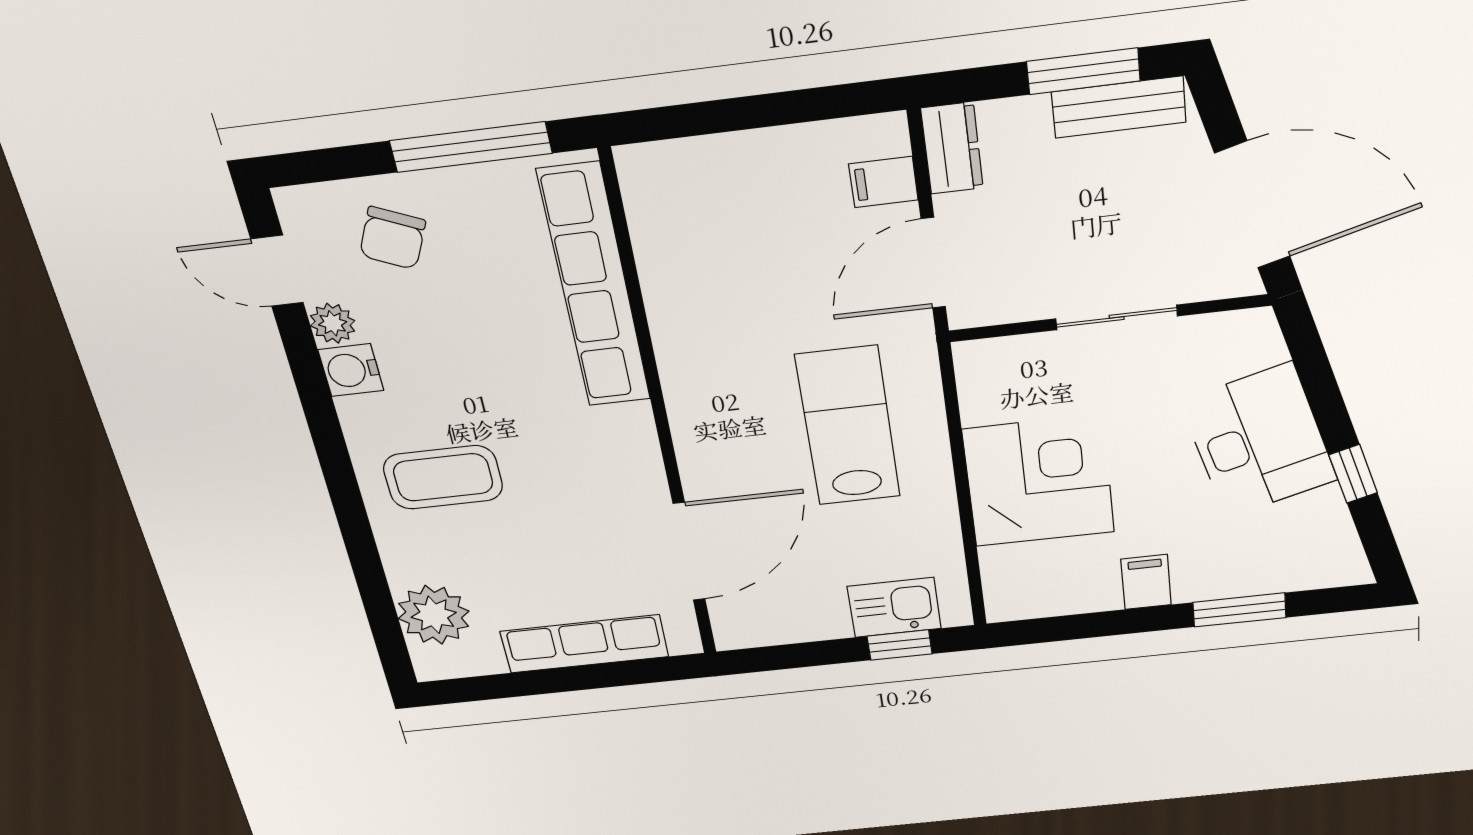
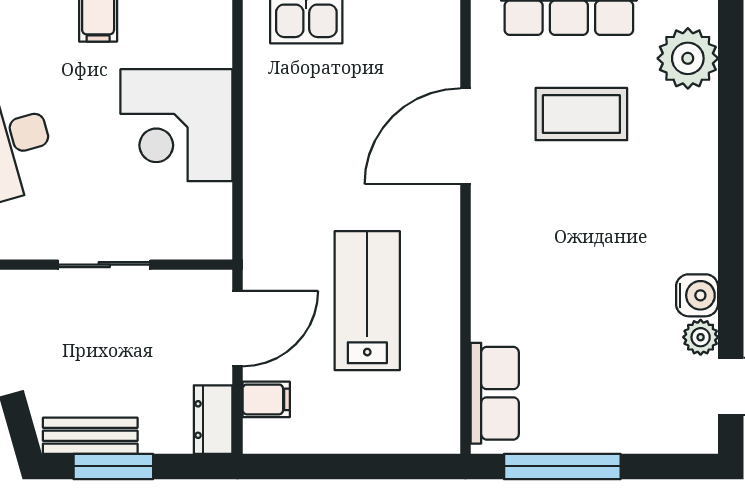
chair: (393, 238) -> (637, 402), removed
row of seats: (595, 287) -> (495, 393), width x0.50
lab bench: (848, 426) -> (367, 301), moved, turned 180
coffee table: (443, 477) -> (581, 114), moved
door: (689, 552) -> (466, 136), moved

